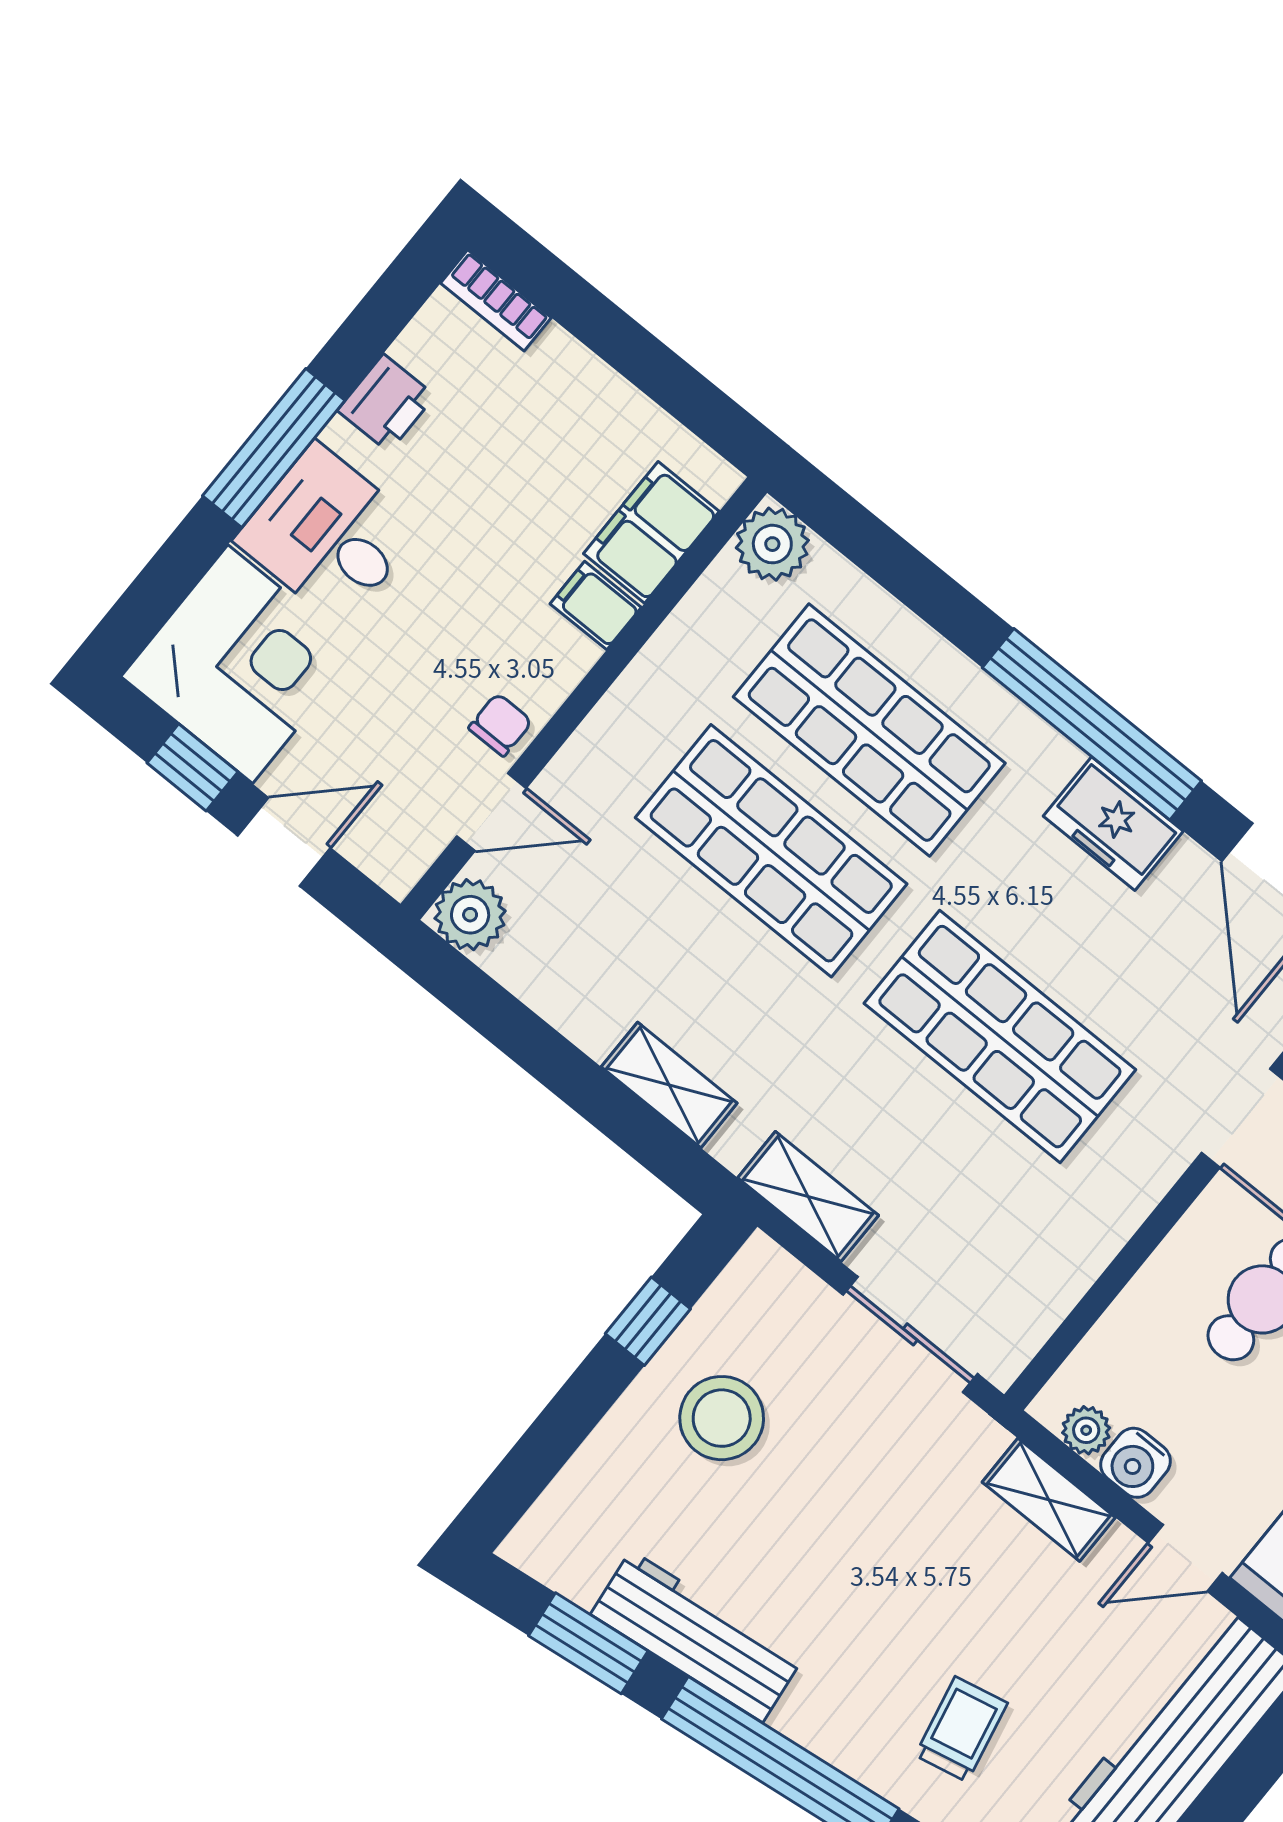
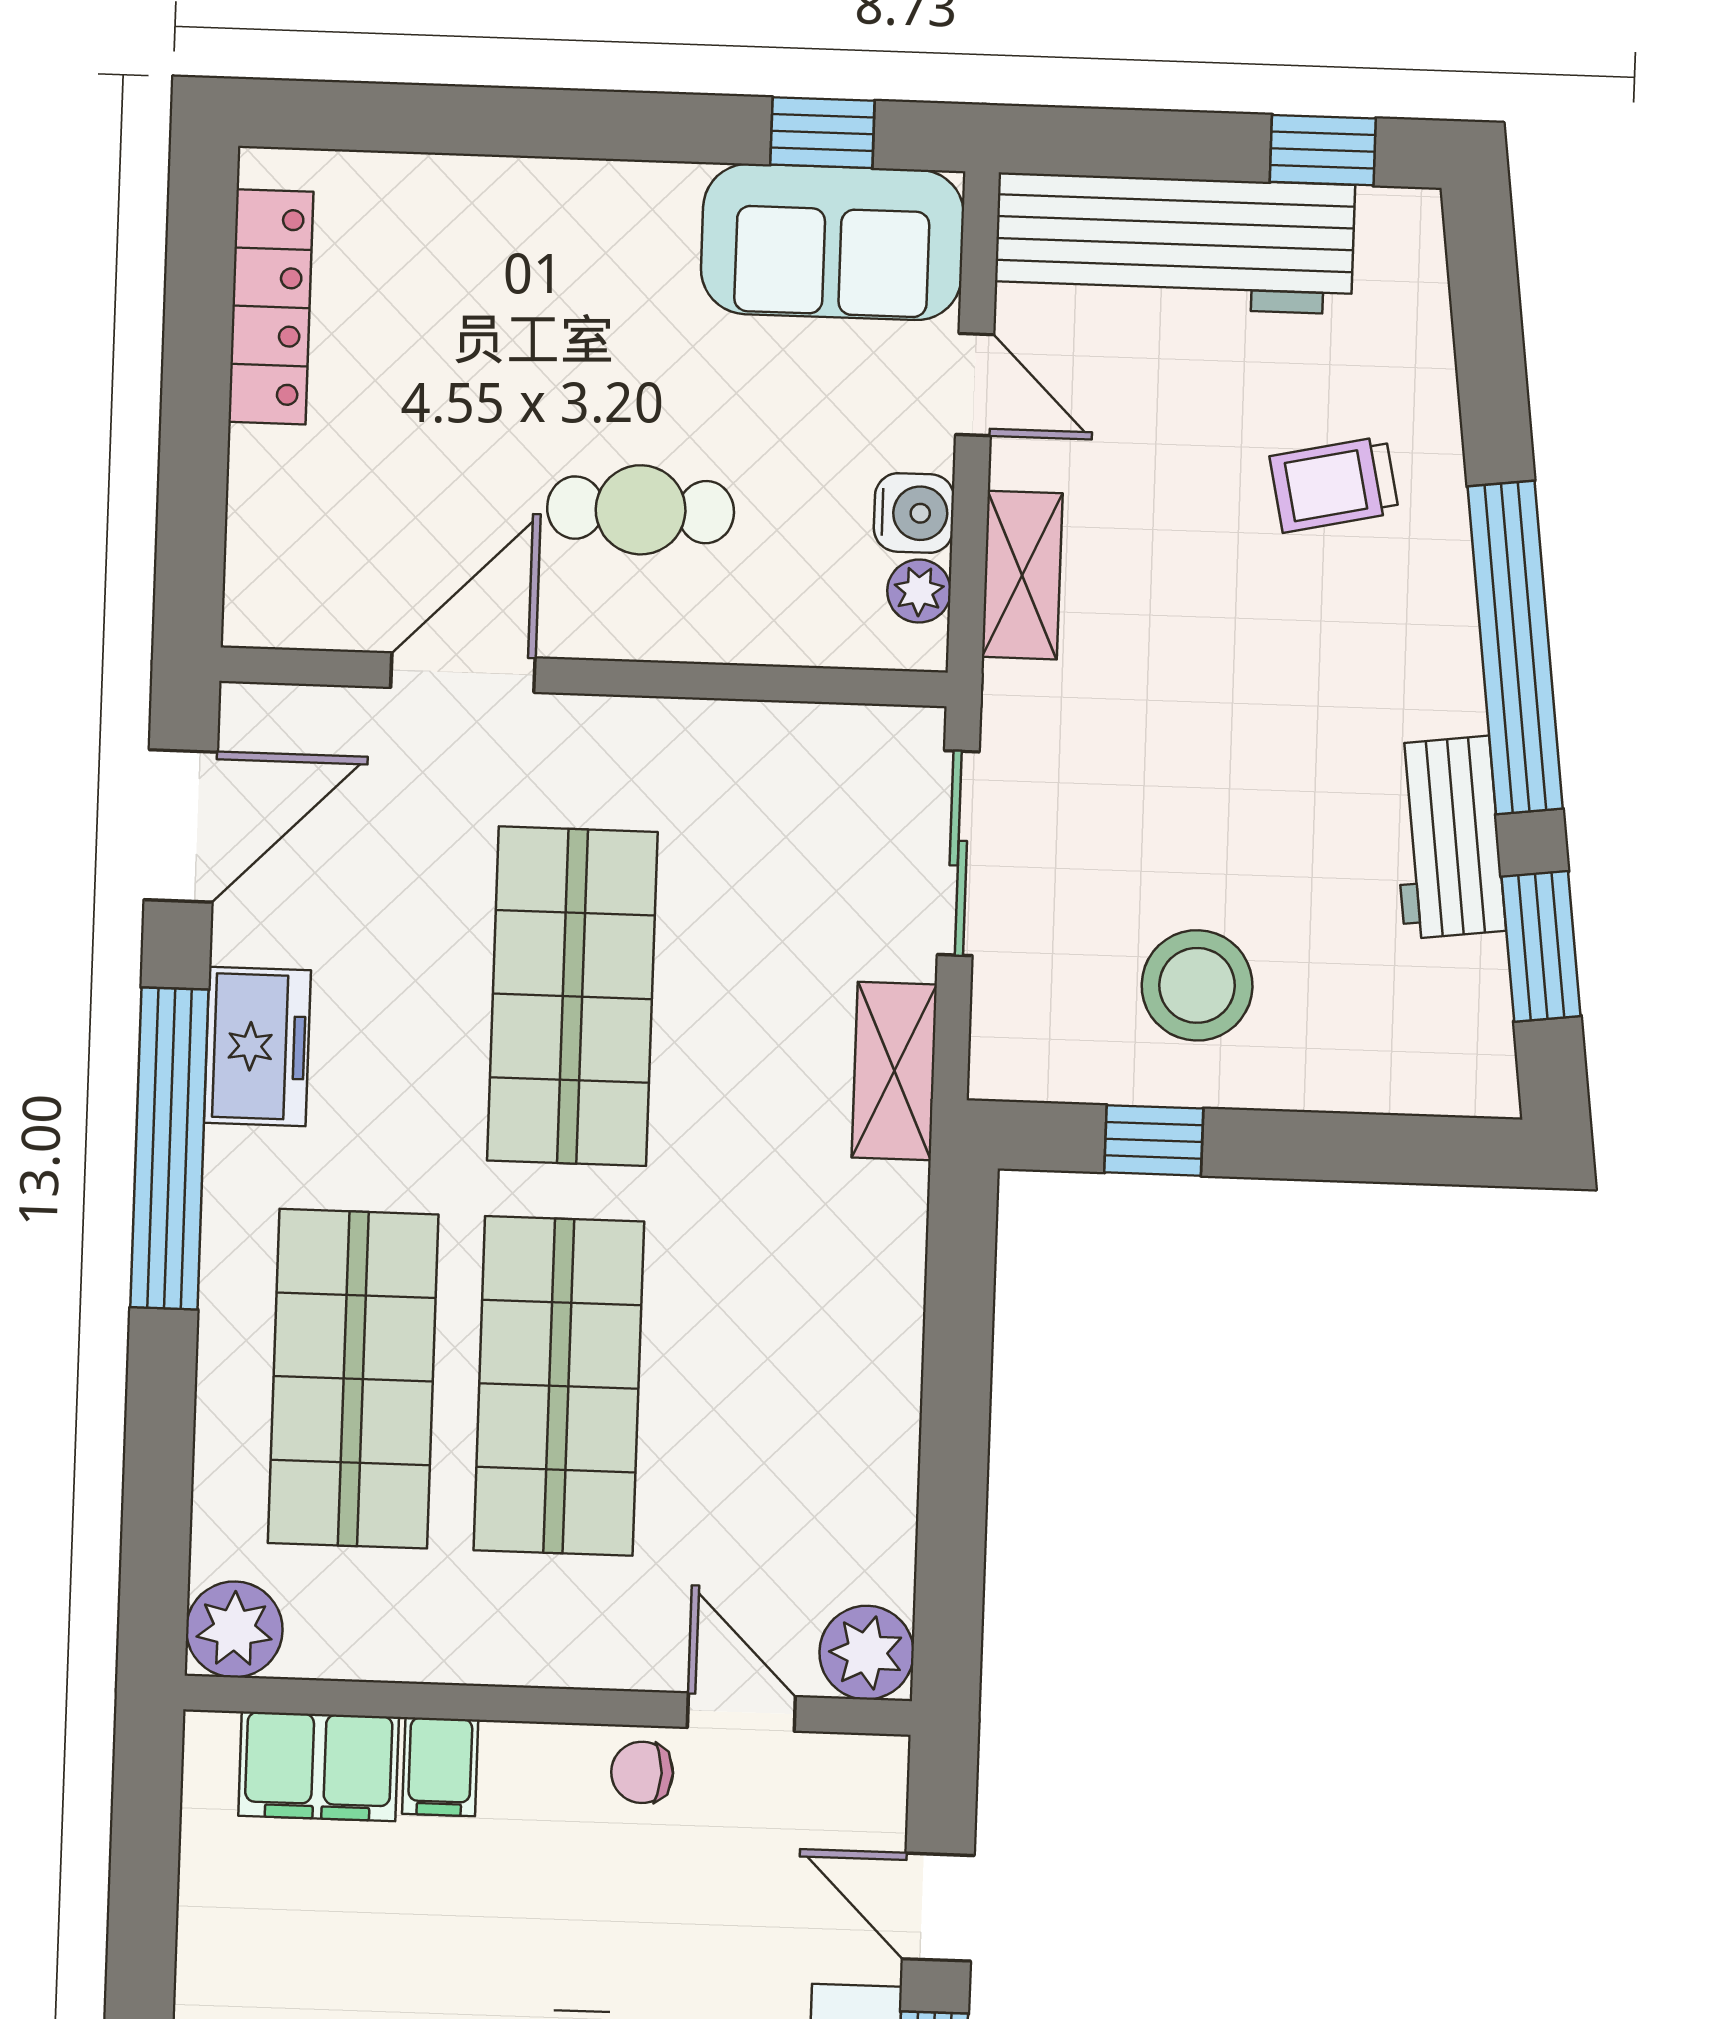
shelving: (669, 1085) -> (887, 1307), removed
workbench: (697, 1636) -> (1447, 838), width x0.73

